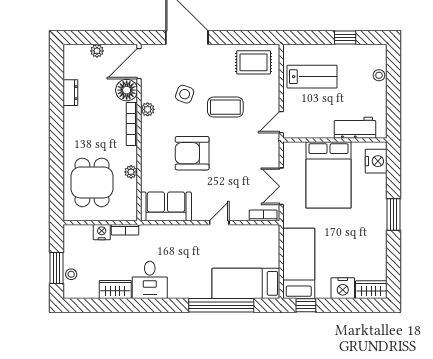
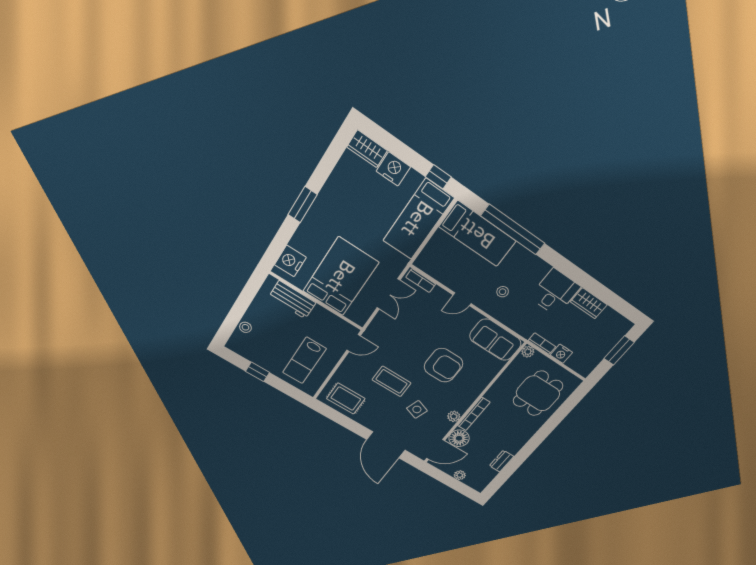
lab bench: (312, 77) -> (304, 360), turned -90
plant: (131, 172) -> (528, 352), moved
stool: (71, 274) -> (503, 292), moved

